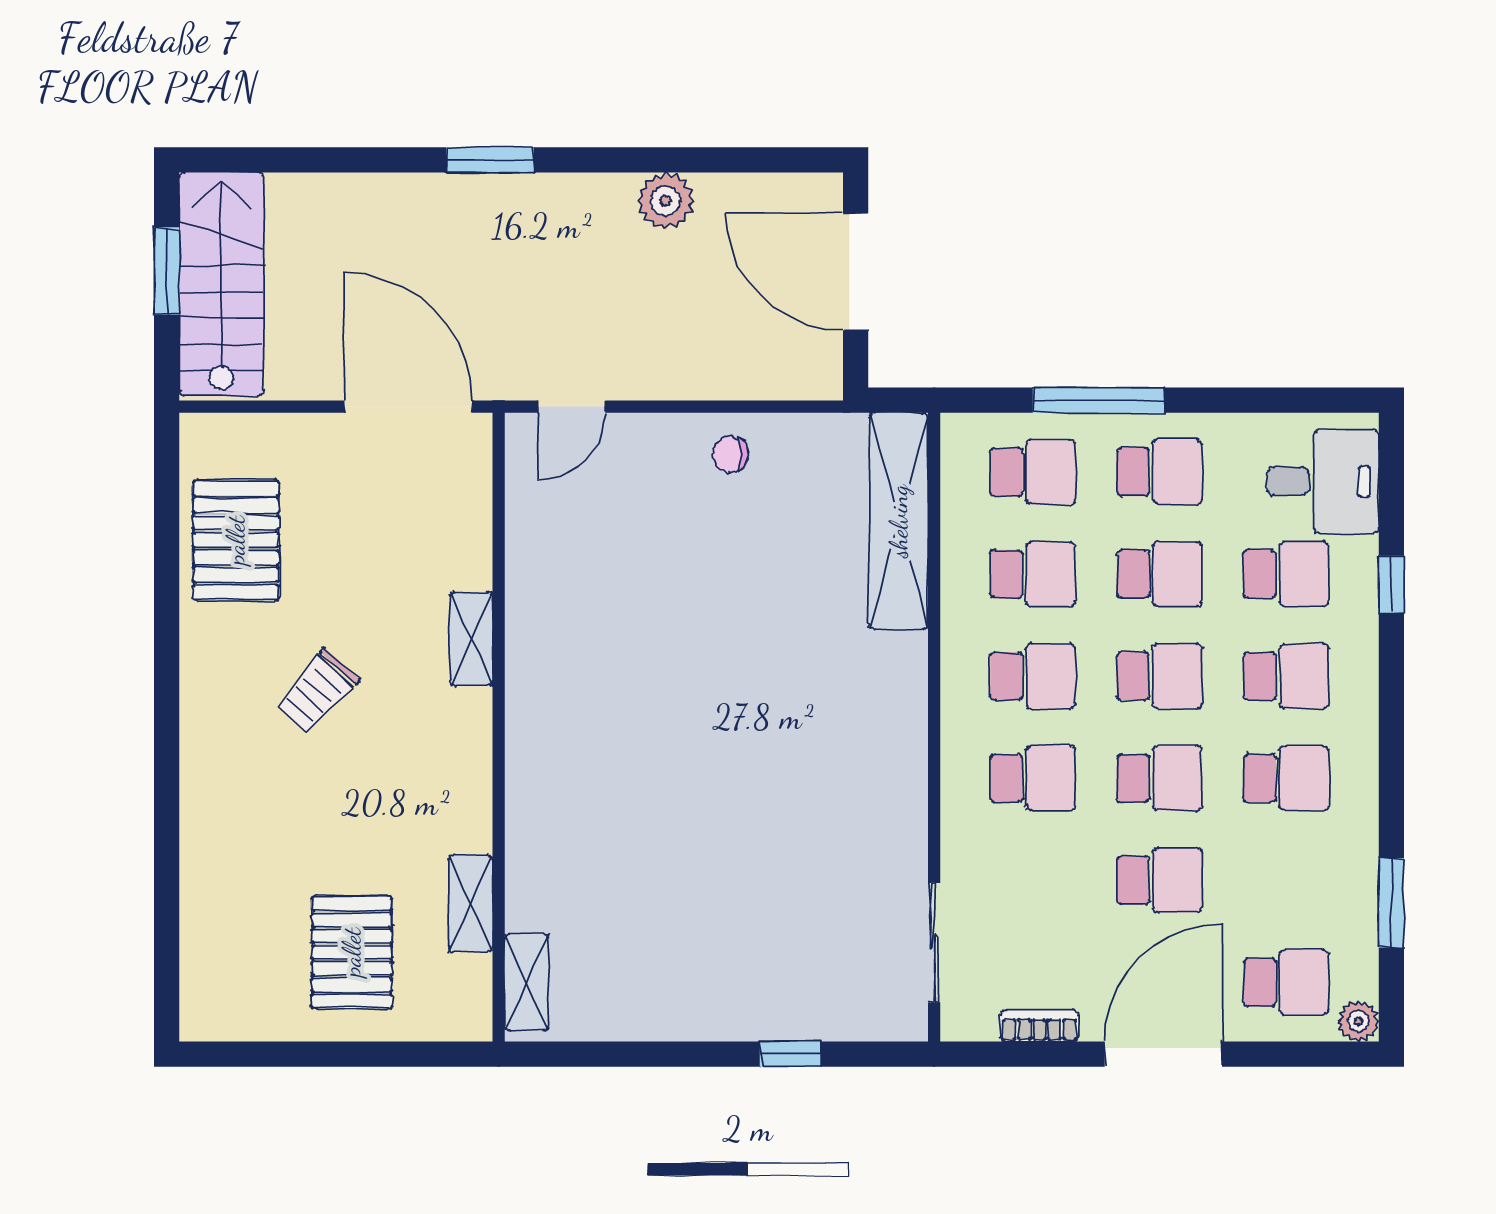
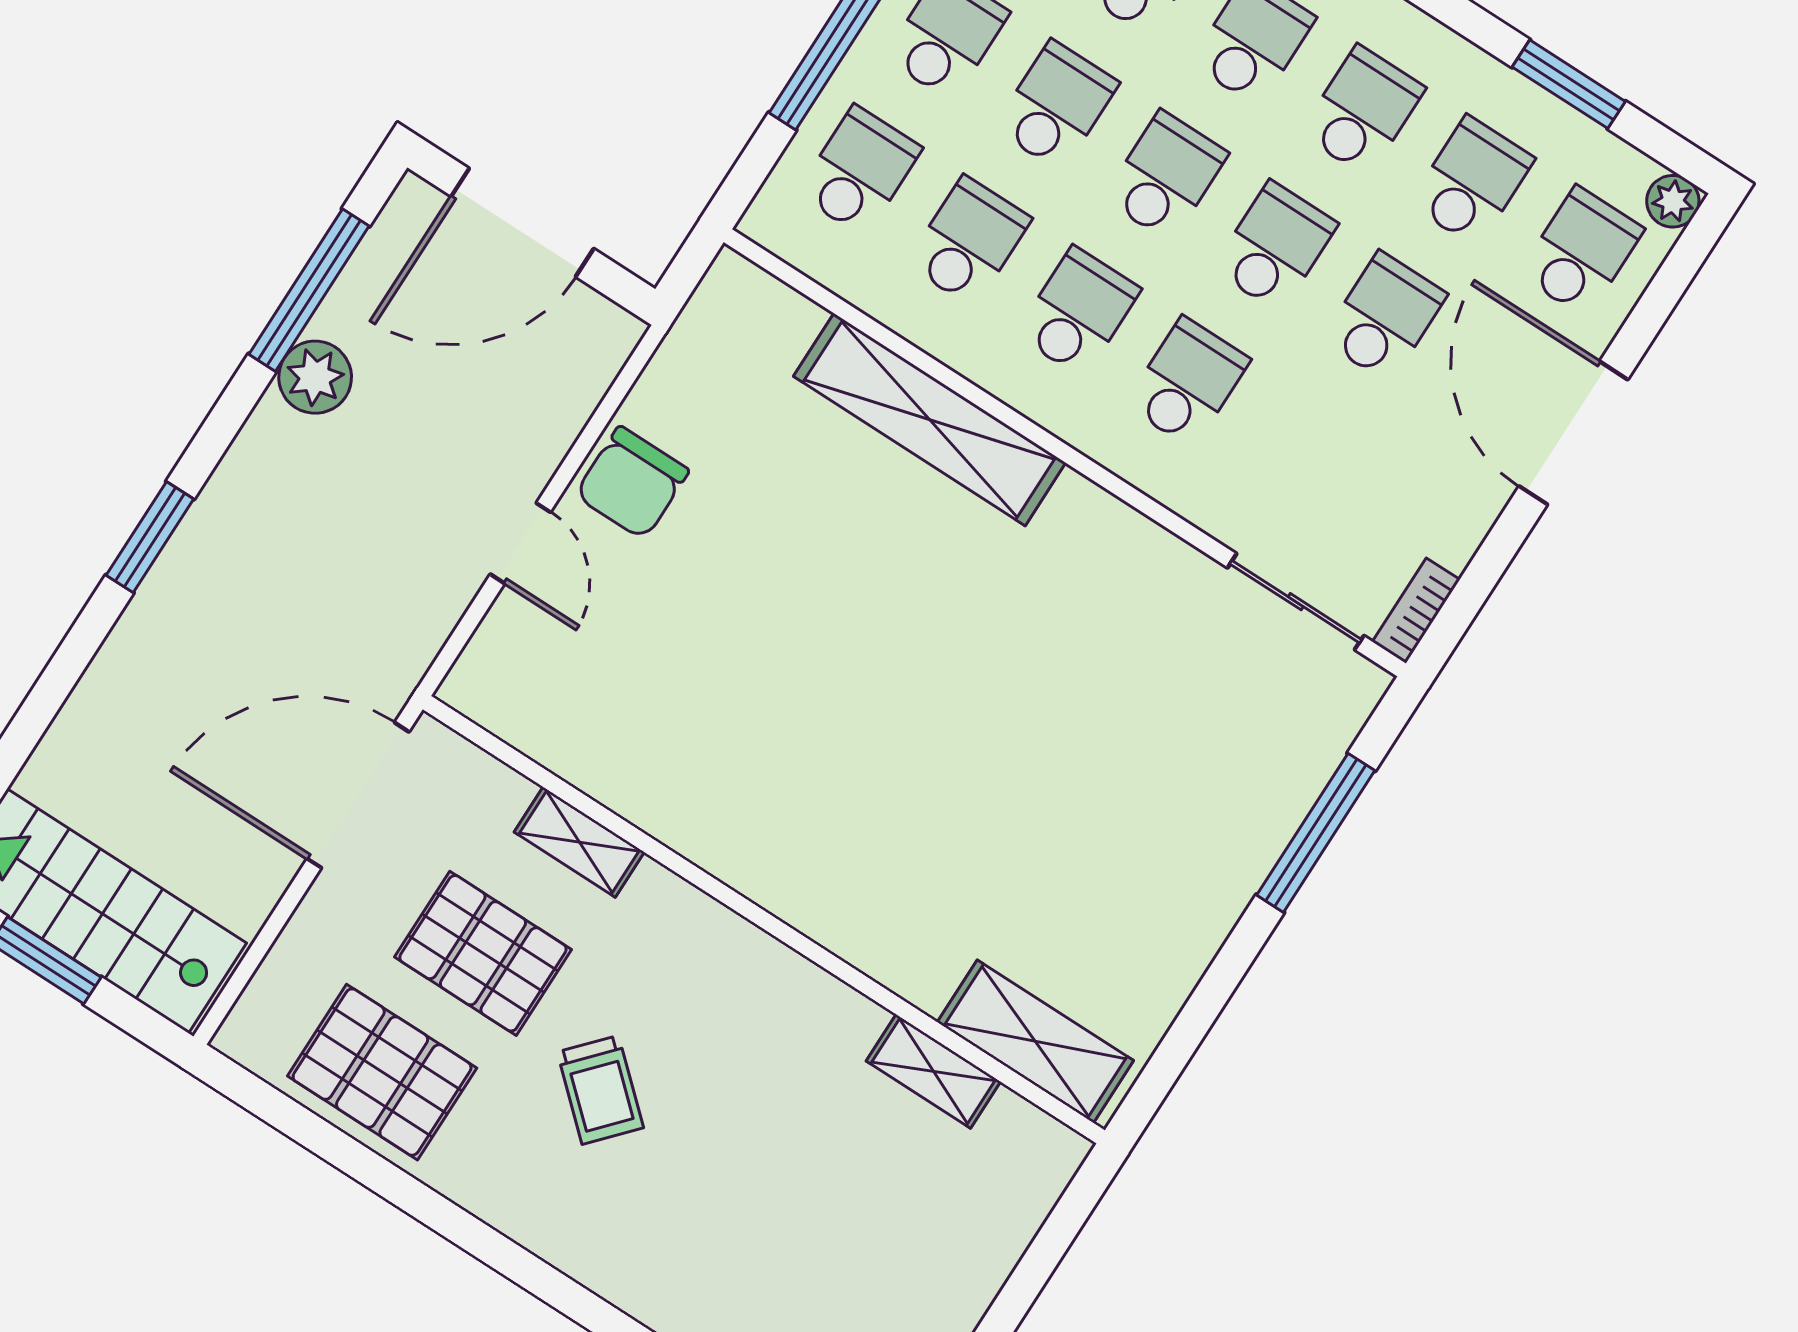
window: (720, 160) -> (309, 290), added
door: (572, 407) -> (520, 543), moved
chair: (731, 455) -> (632, 483), width x1.87, depth x1.87
shelving: (899, 521) -> (930, 420), moved
shelving: (471, 639) -> (579, 842), moved
school desk: (1286, 880) -> (1472, 181), added
pallet: (352, 952) -> (483, 953), moved
shelving: (526, 982) -> (1035, 1041), width x1.50, depth x1.33
bookcase: (1039, 1026) -> (1416, 611), moved
window: (790, 1054) -> (1316, 833), width x2.17

